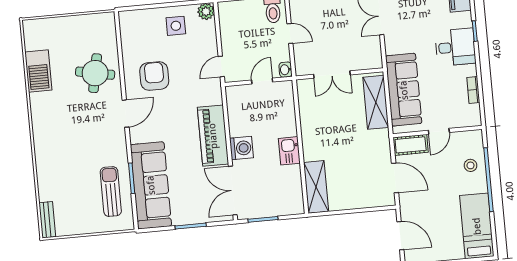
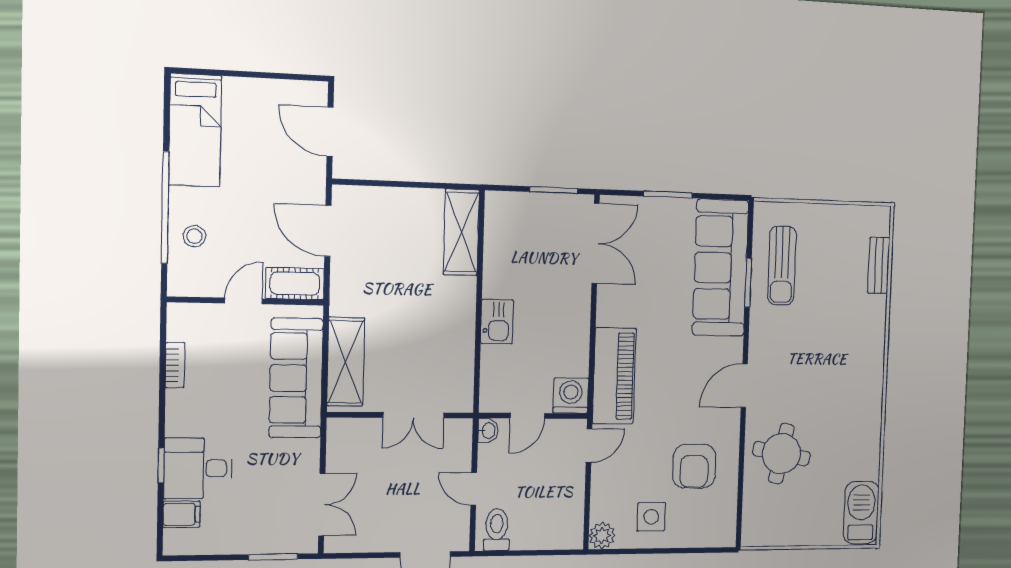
desk: (455, 47) -> (198, 468), moved
barbecue: (38, 71) -> (861, 512), moved
double door: (332, 75) -> (413, 415), swing flipped
armchair: (154, 76) -> (694, 466), moved
piano: (213, 136) -> (614, 376), moved
washing machine: (241, 148) -> (571, 396), moved, turned 90
kitchen sink: (289, 151) -> (497, 322), moved
bench: (47, 220) -> (879, 265), moved

